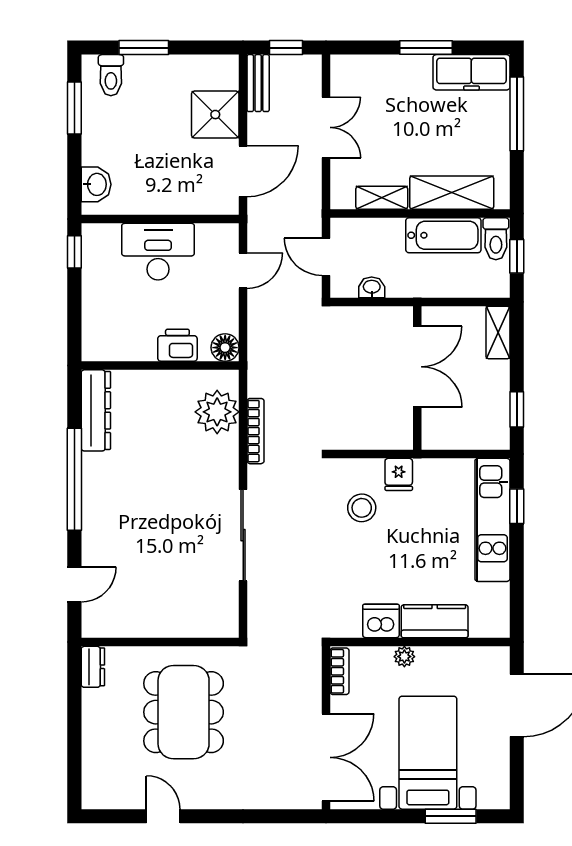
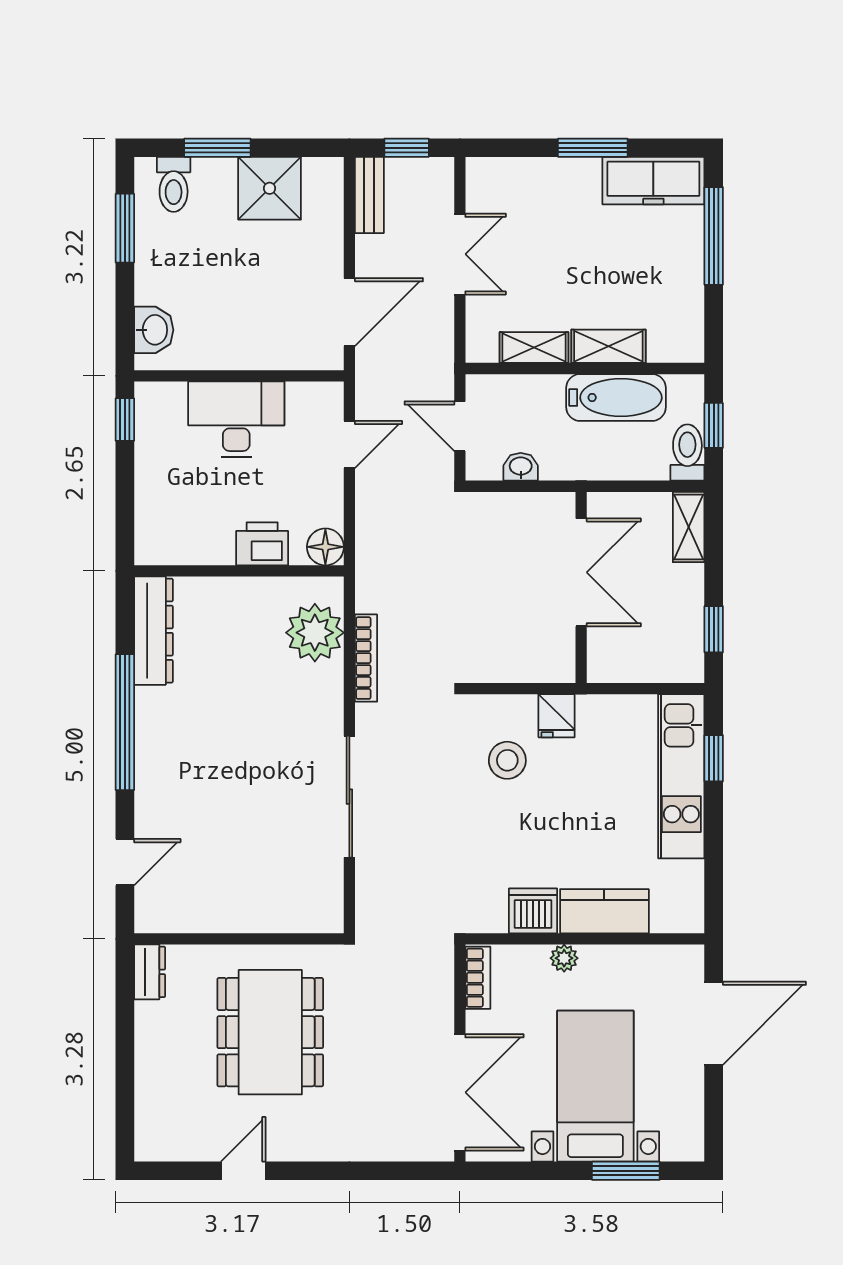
shower: (215, 115) -> (270, 188), moved
shelving: (452, 193) -> (608, 346), width x0.67, depth x0.75
toilet: (496, 239) -> (687, 453), moved, turned 180
door: (163, 816) -> (243, 1171), hinge flipped

